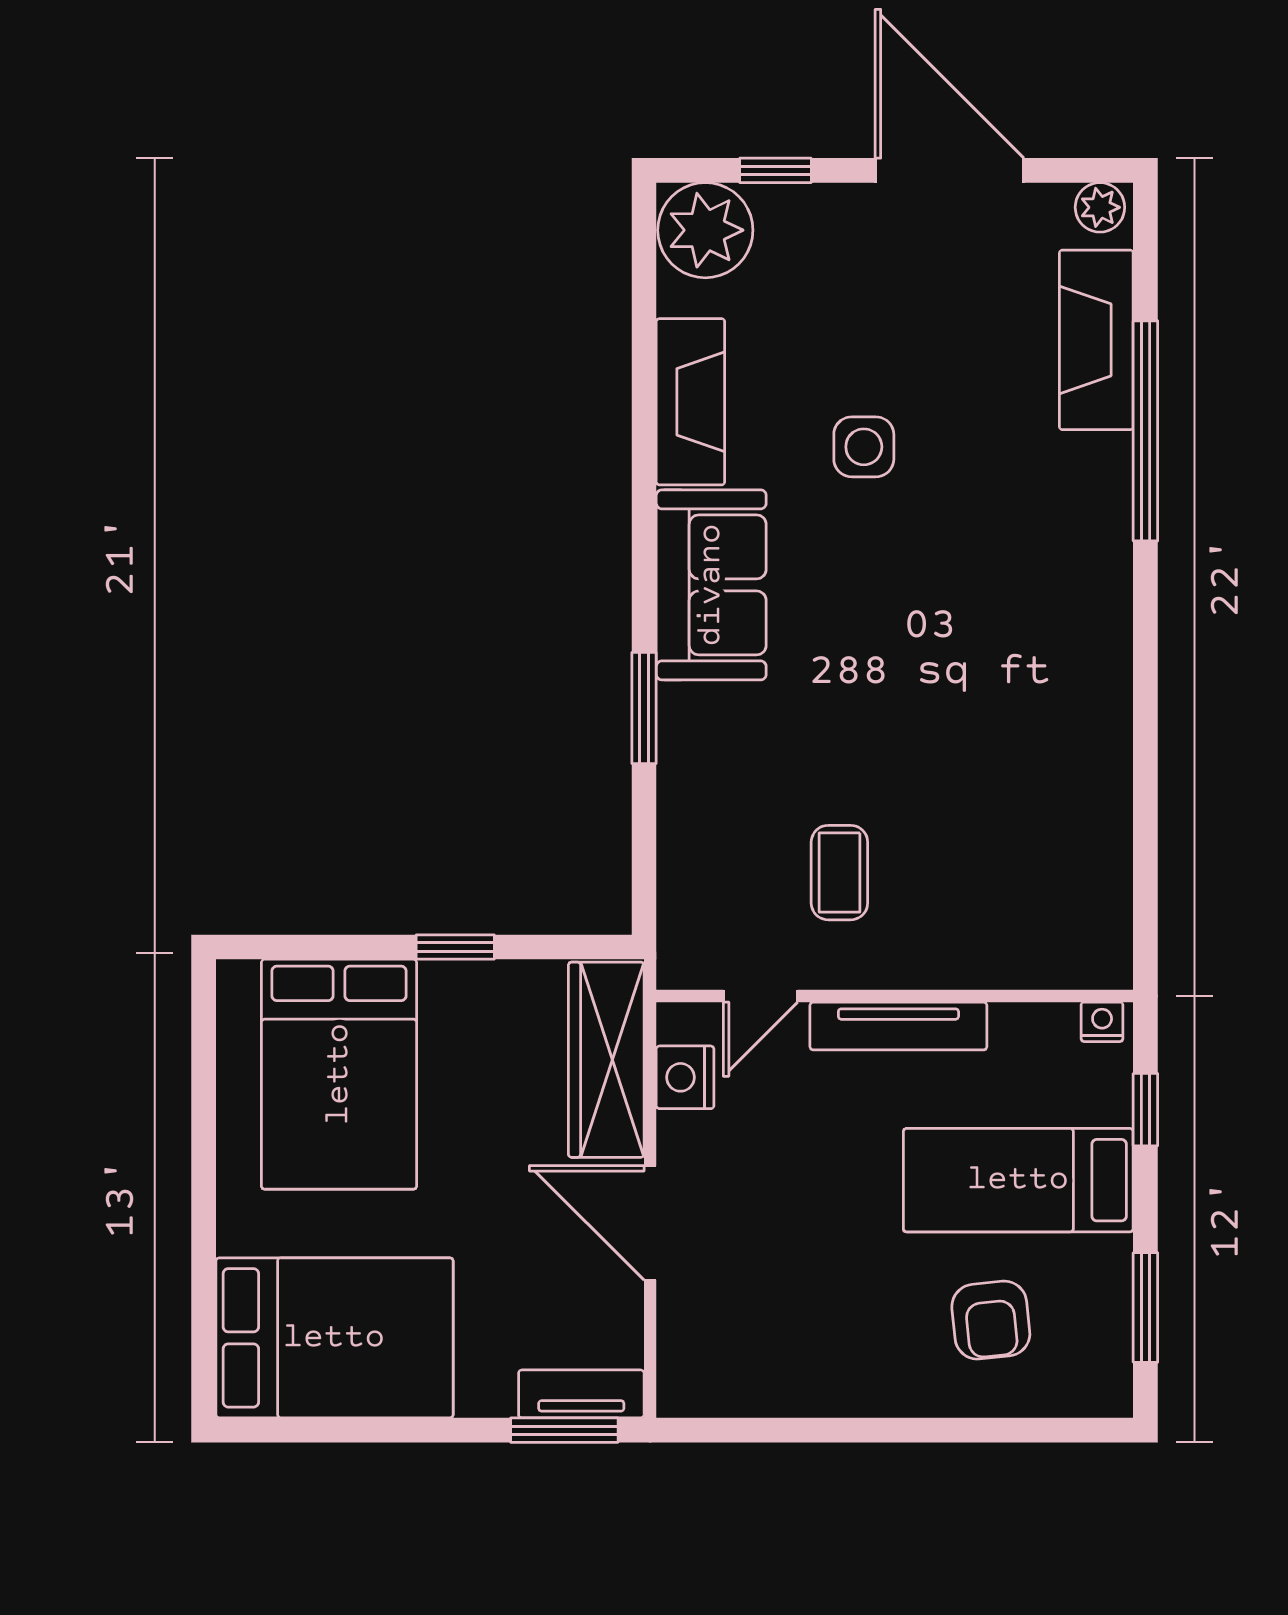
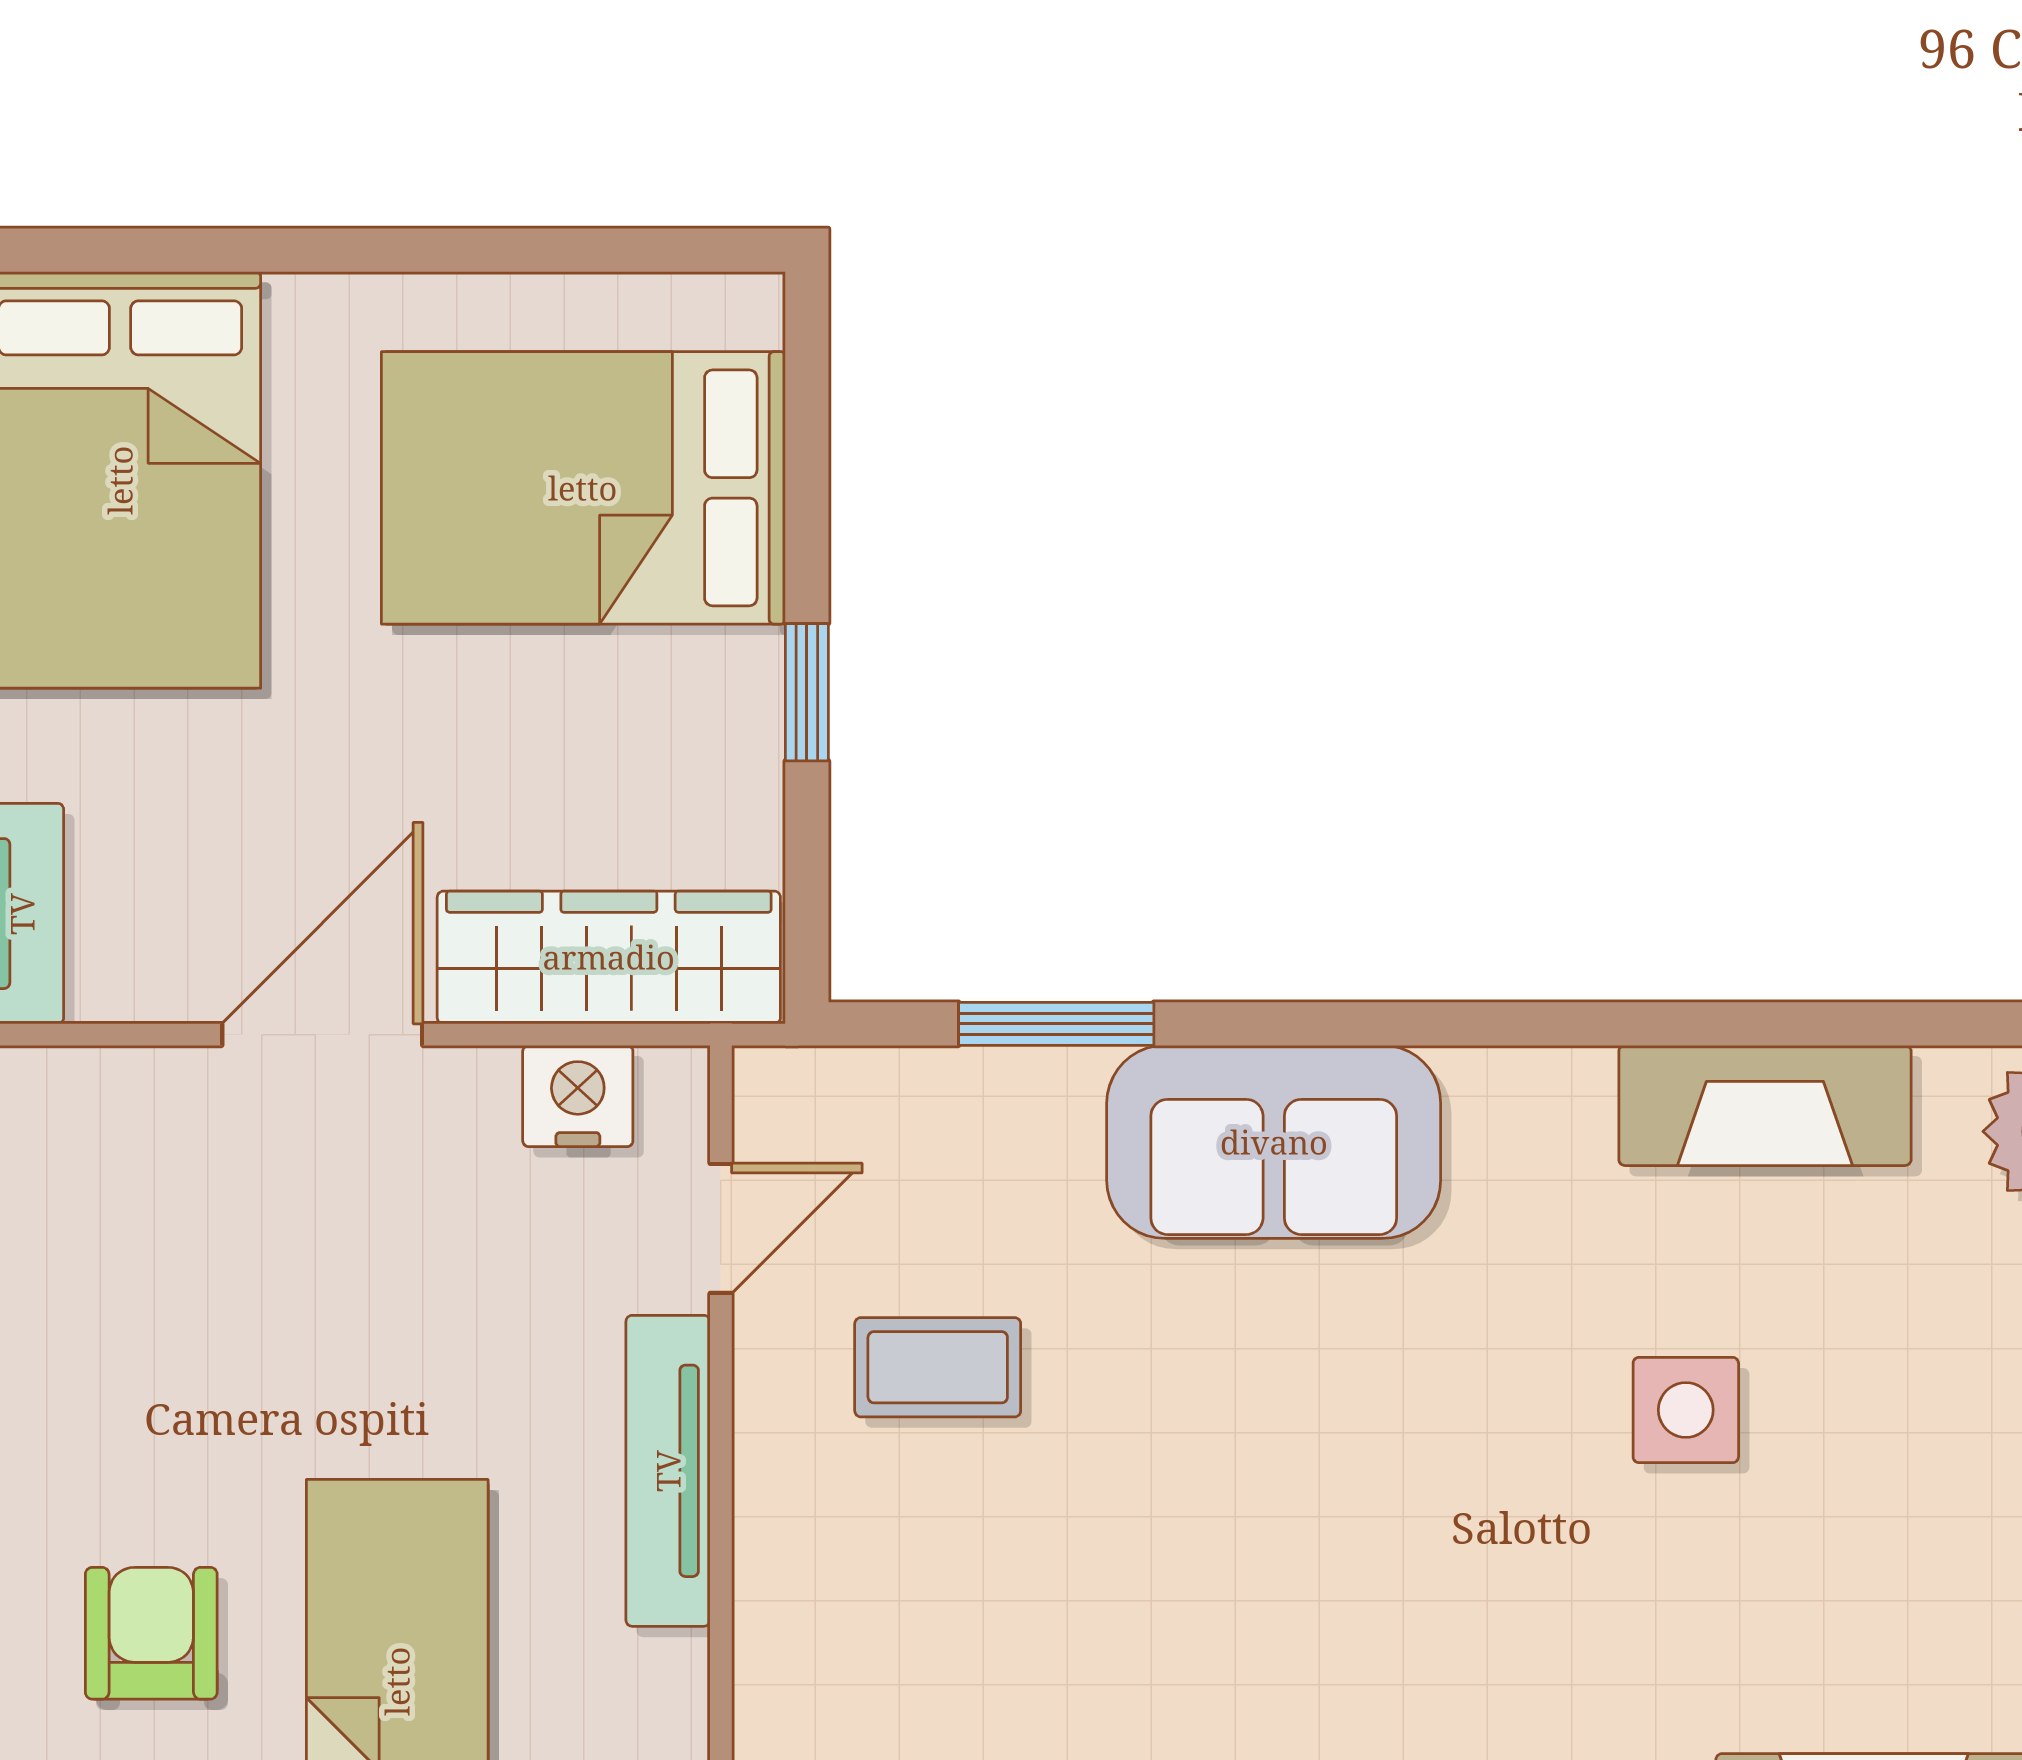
sofa: (711, 585) -> (1274, 1142), moved
window: (644, 708) -> (1056, 1024), moved
door: (760, 996) -> (721, 1228), swing flipped
armchair: (991, 1320) -> (151, 1633), turned 96

